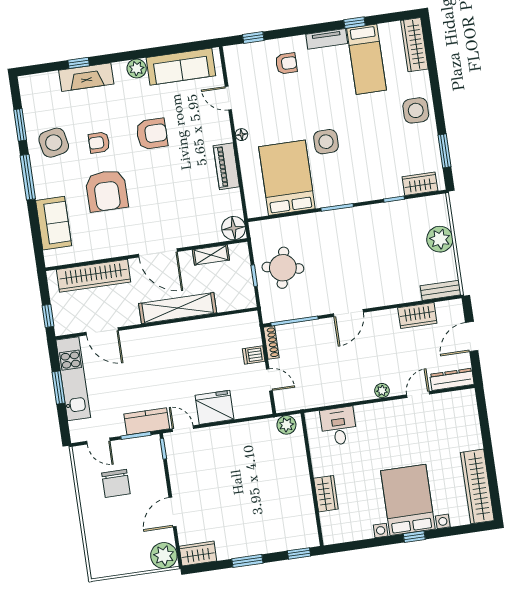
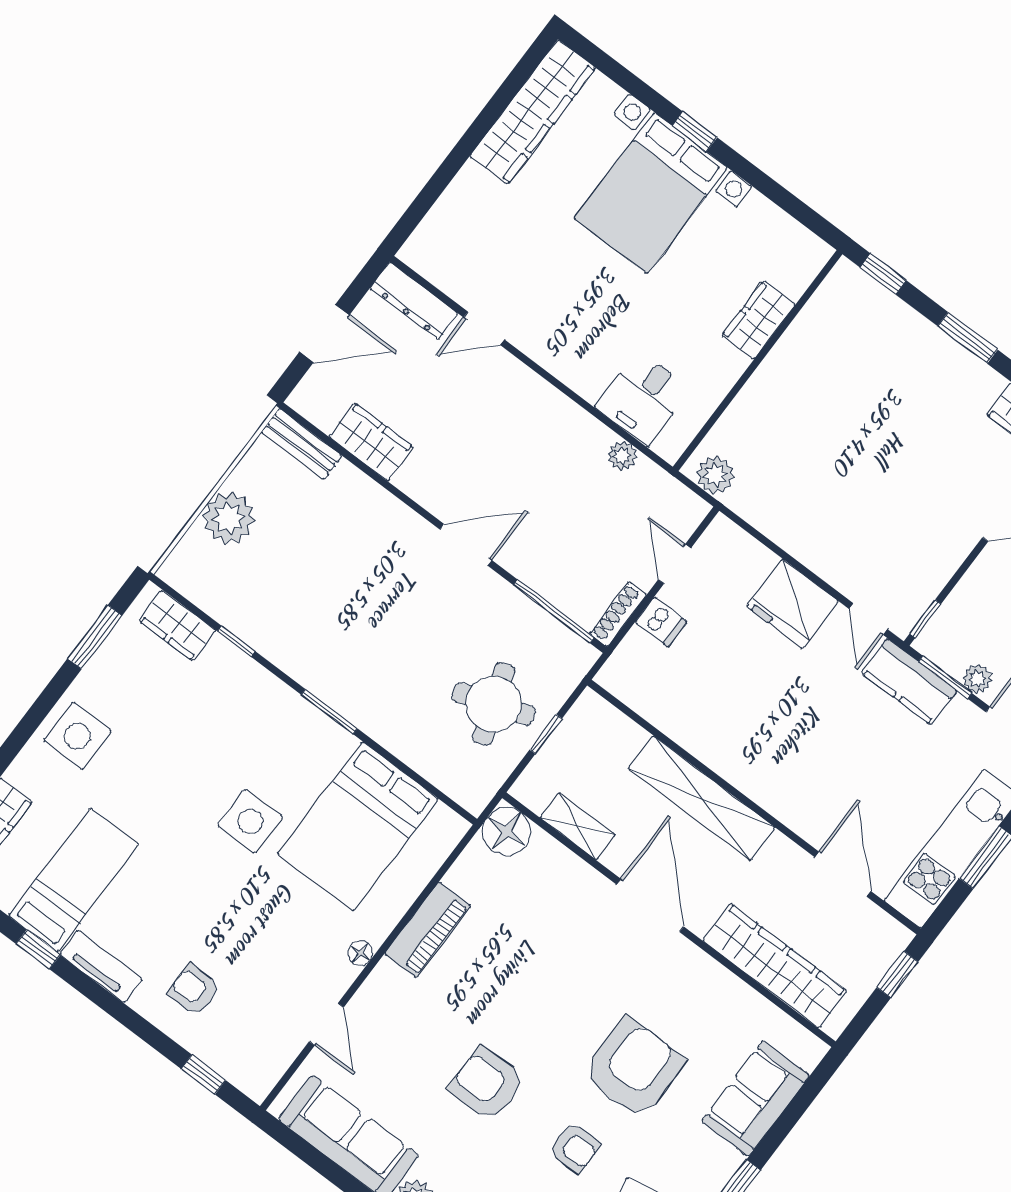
round table: (283, 268) -> (494, 704), turned -30
plant: (382, 391) -> (622, 456), moved
plant: (124, 446) -> (977, 679), added

